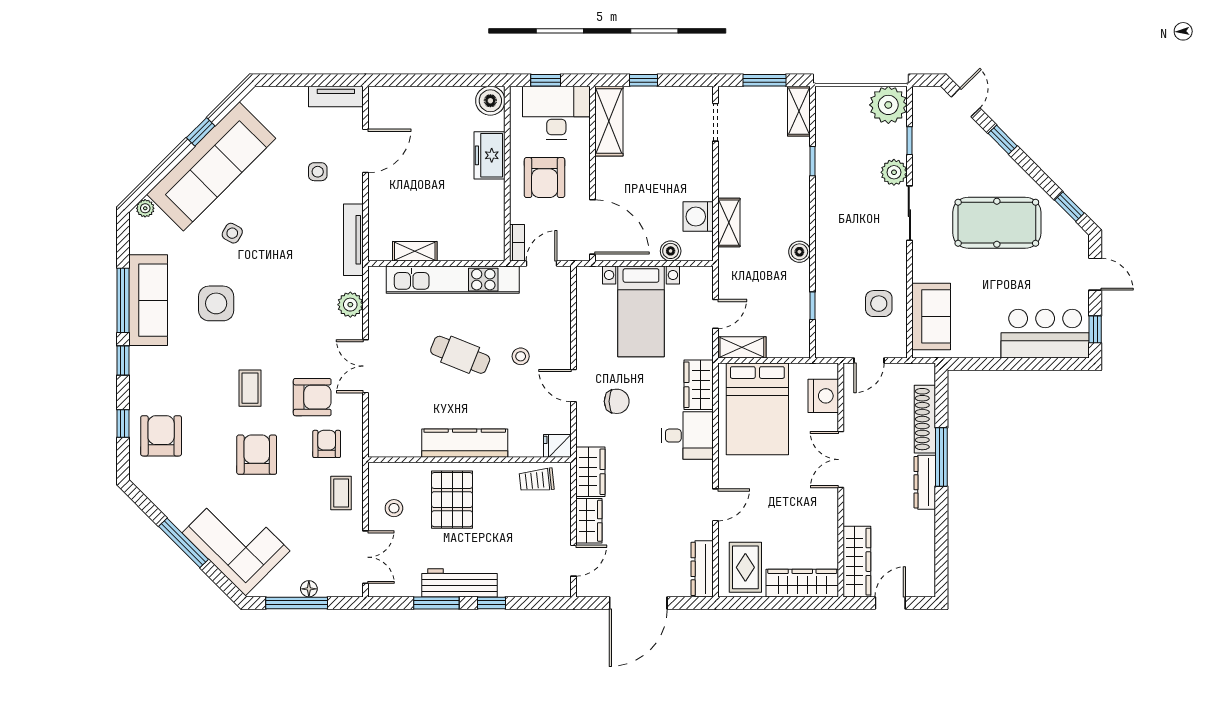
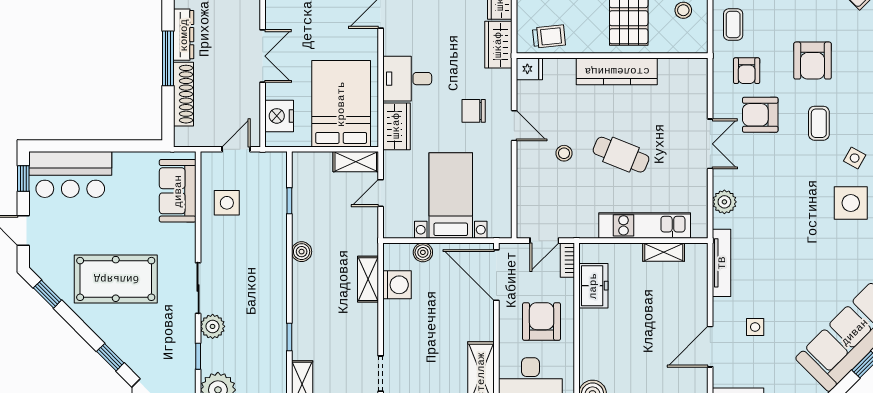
freezer: (490, 155) -> (593, 286), moved
side table: (232, 233) -> (855, 158), moved
kitchen unit: (453, 280) -> (645, 225), width x0.73

